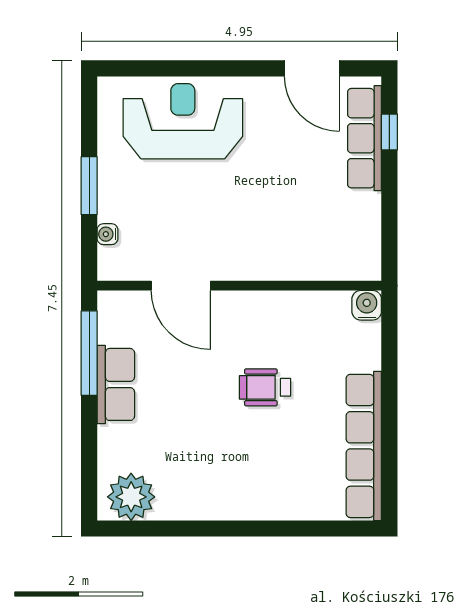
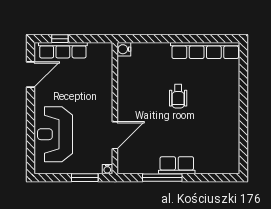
door: (181, 286) -> (115, 135), moved
wall: (239, 286) -> (115, 108), moved
water cooler: (367, 305) -> (124, 49), moved
plant: (131, 497) -> (229, 158), removed

